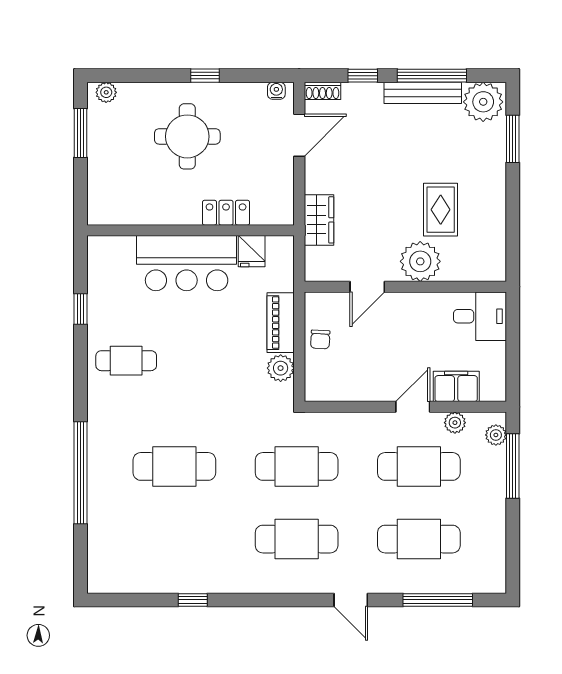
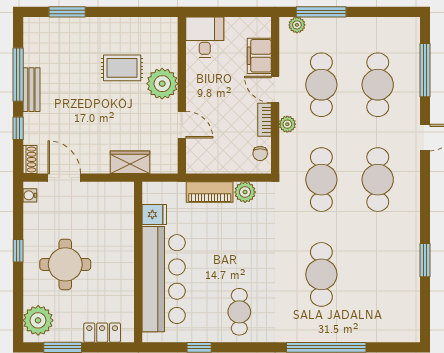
plant: (106, 92) -> (38, 320), width x1.88, depth x1.88
bench: (423, 93) -> (31, 90), width x0.73
plant: (483, 102) -> (38, 35), removed
locker: (226, 213) -> (102, 333), moved, turned 90
bar counter: (187, 263) -> (164, 279), width x1.36
chair: (320, 339) -> (260, 153), moved, turned 87
bookcase: (374, 393) -> (264, 120), added
plant: (455, 423) -> (287, 124), moved
window: (193, 600) -> (425, 260), width x1.50

